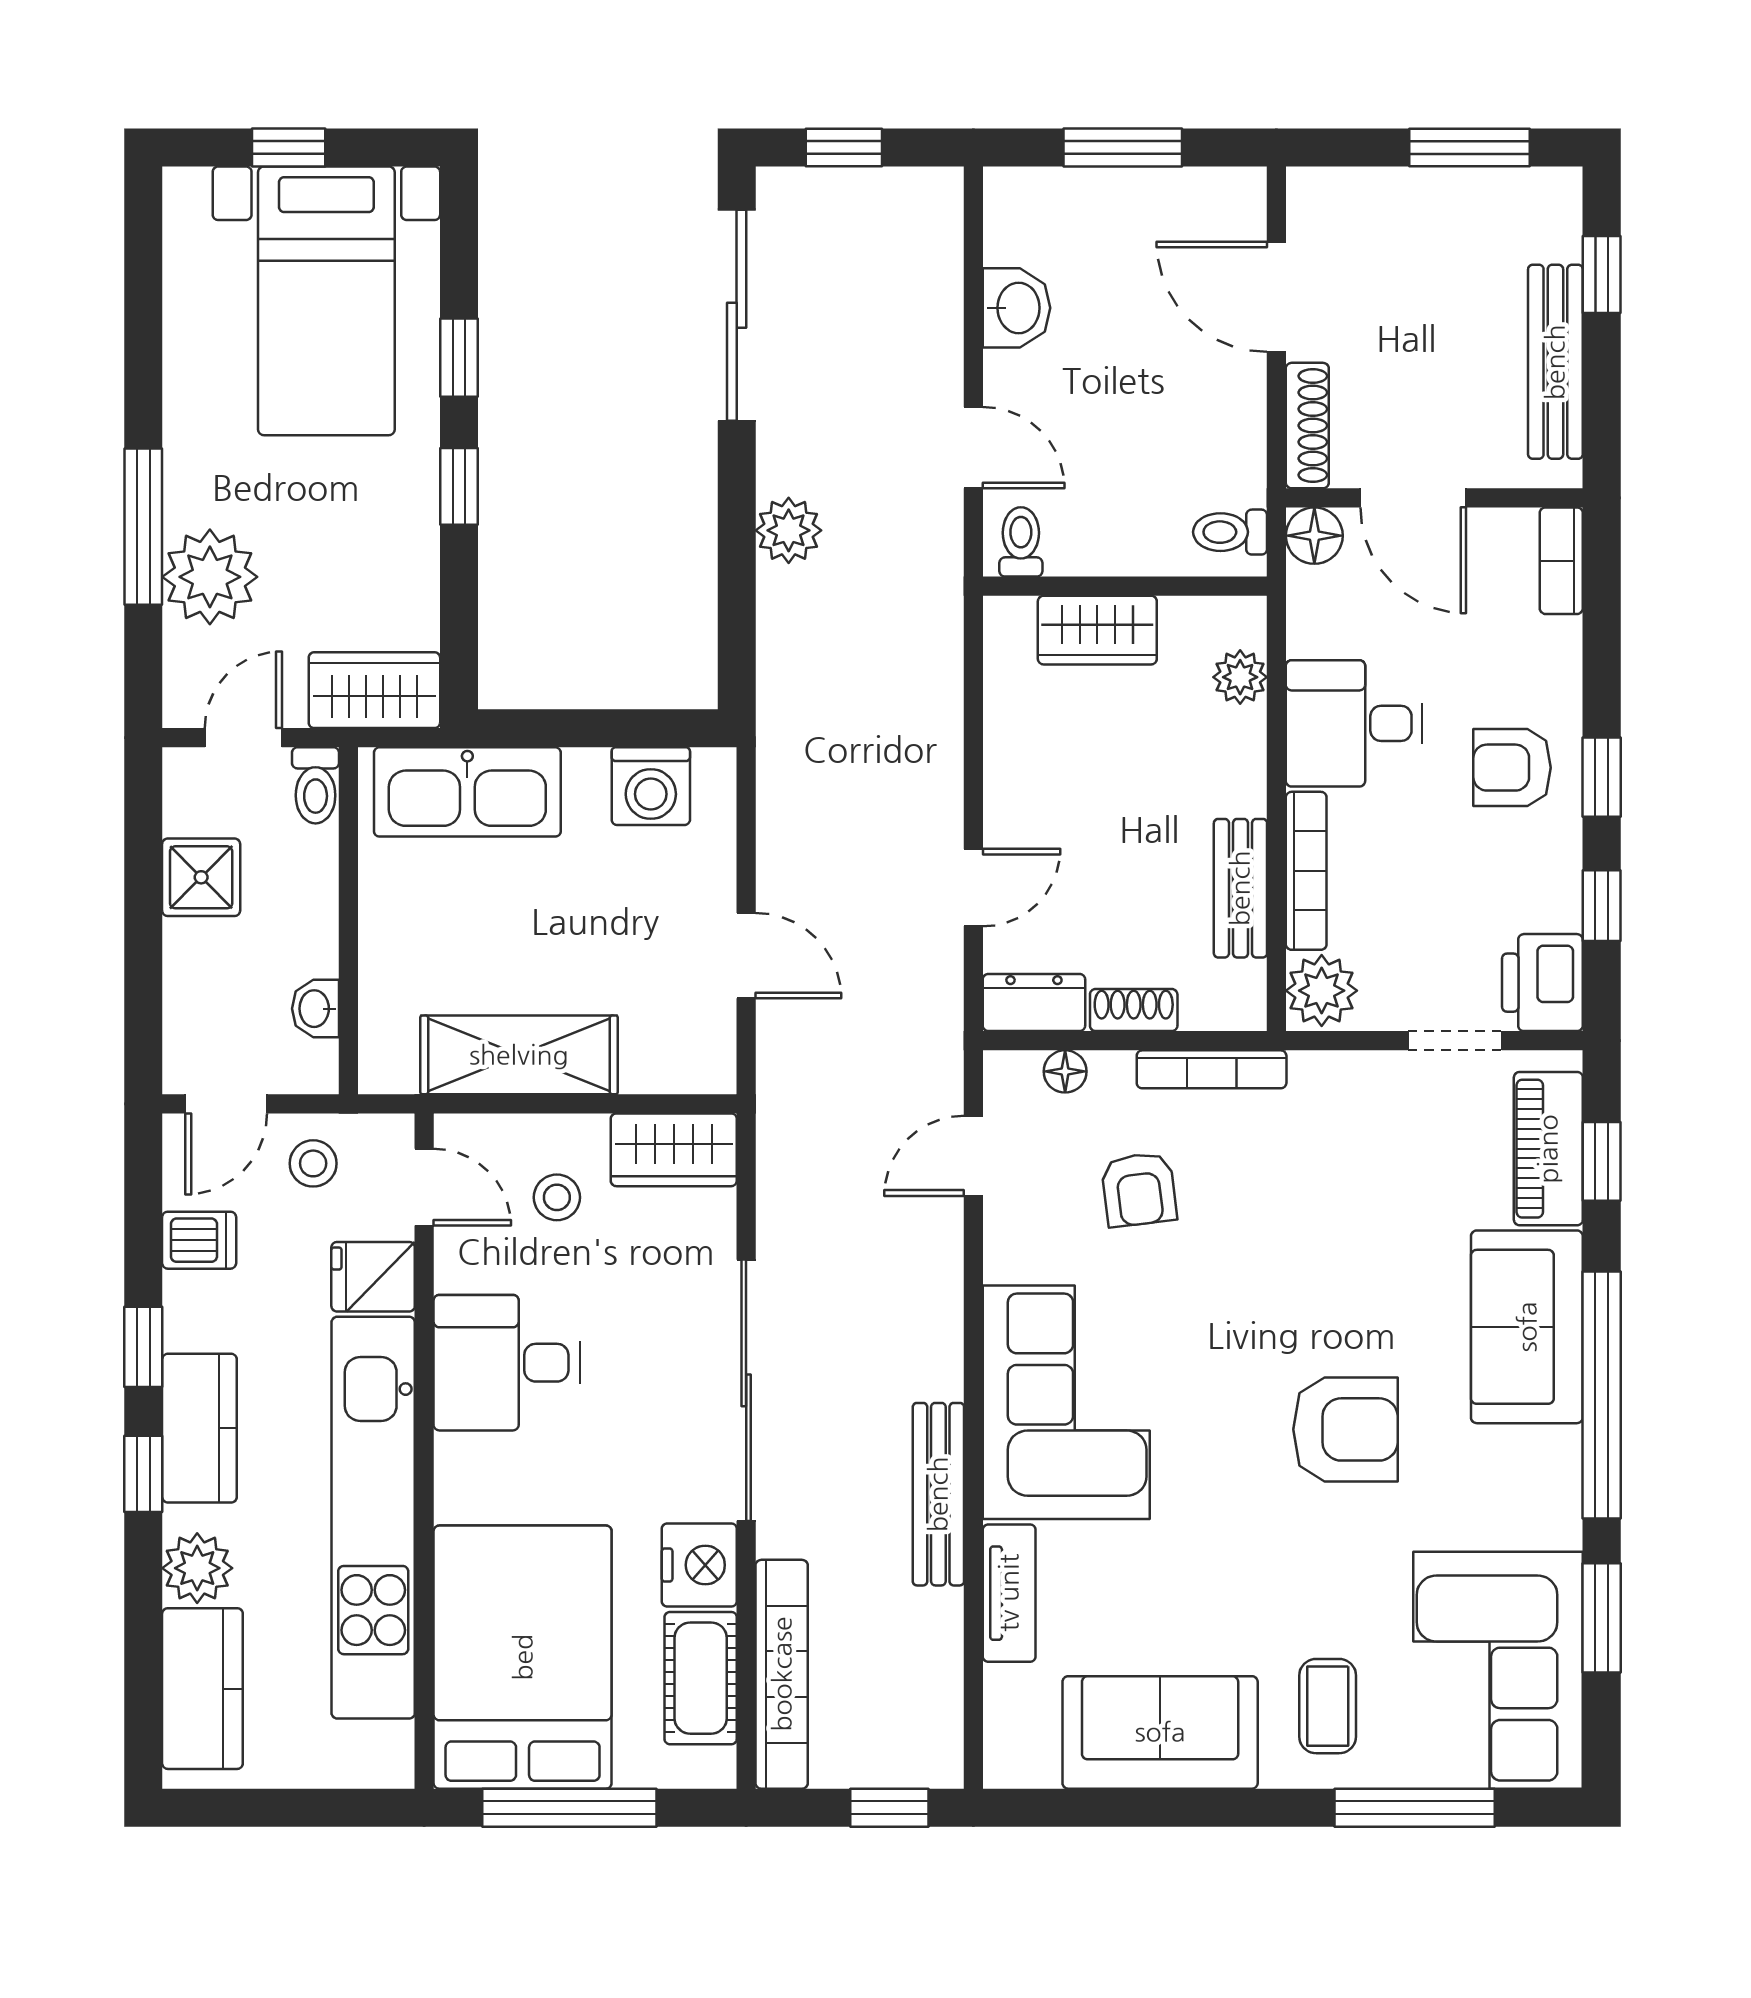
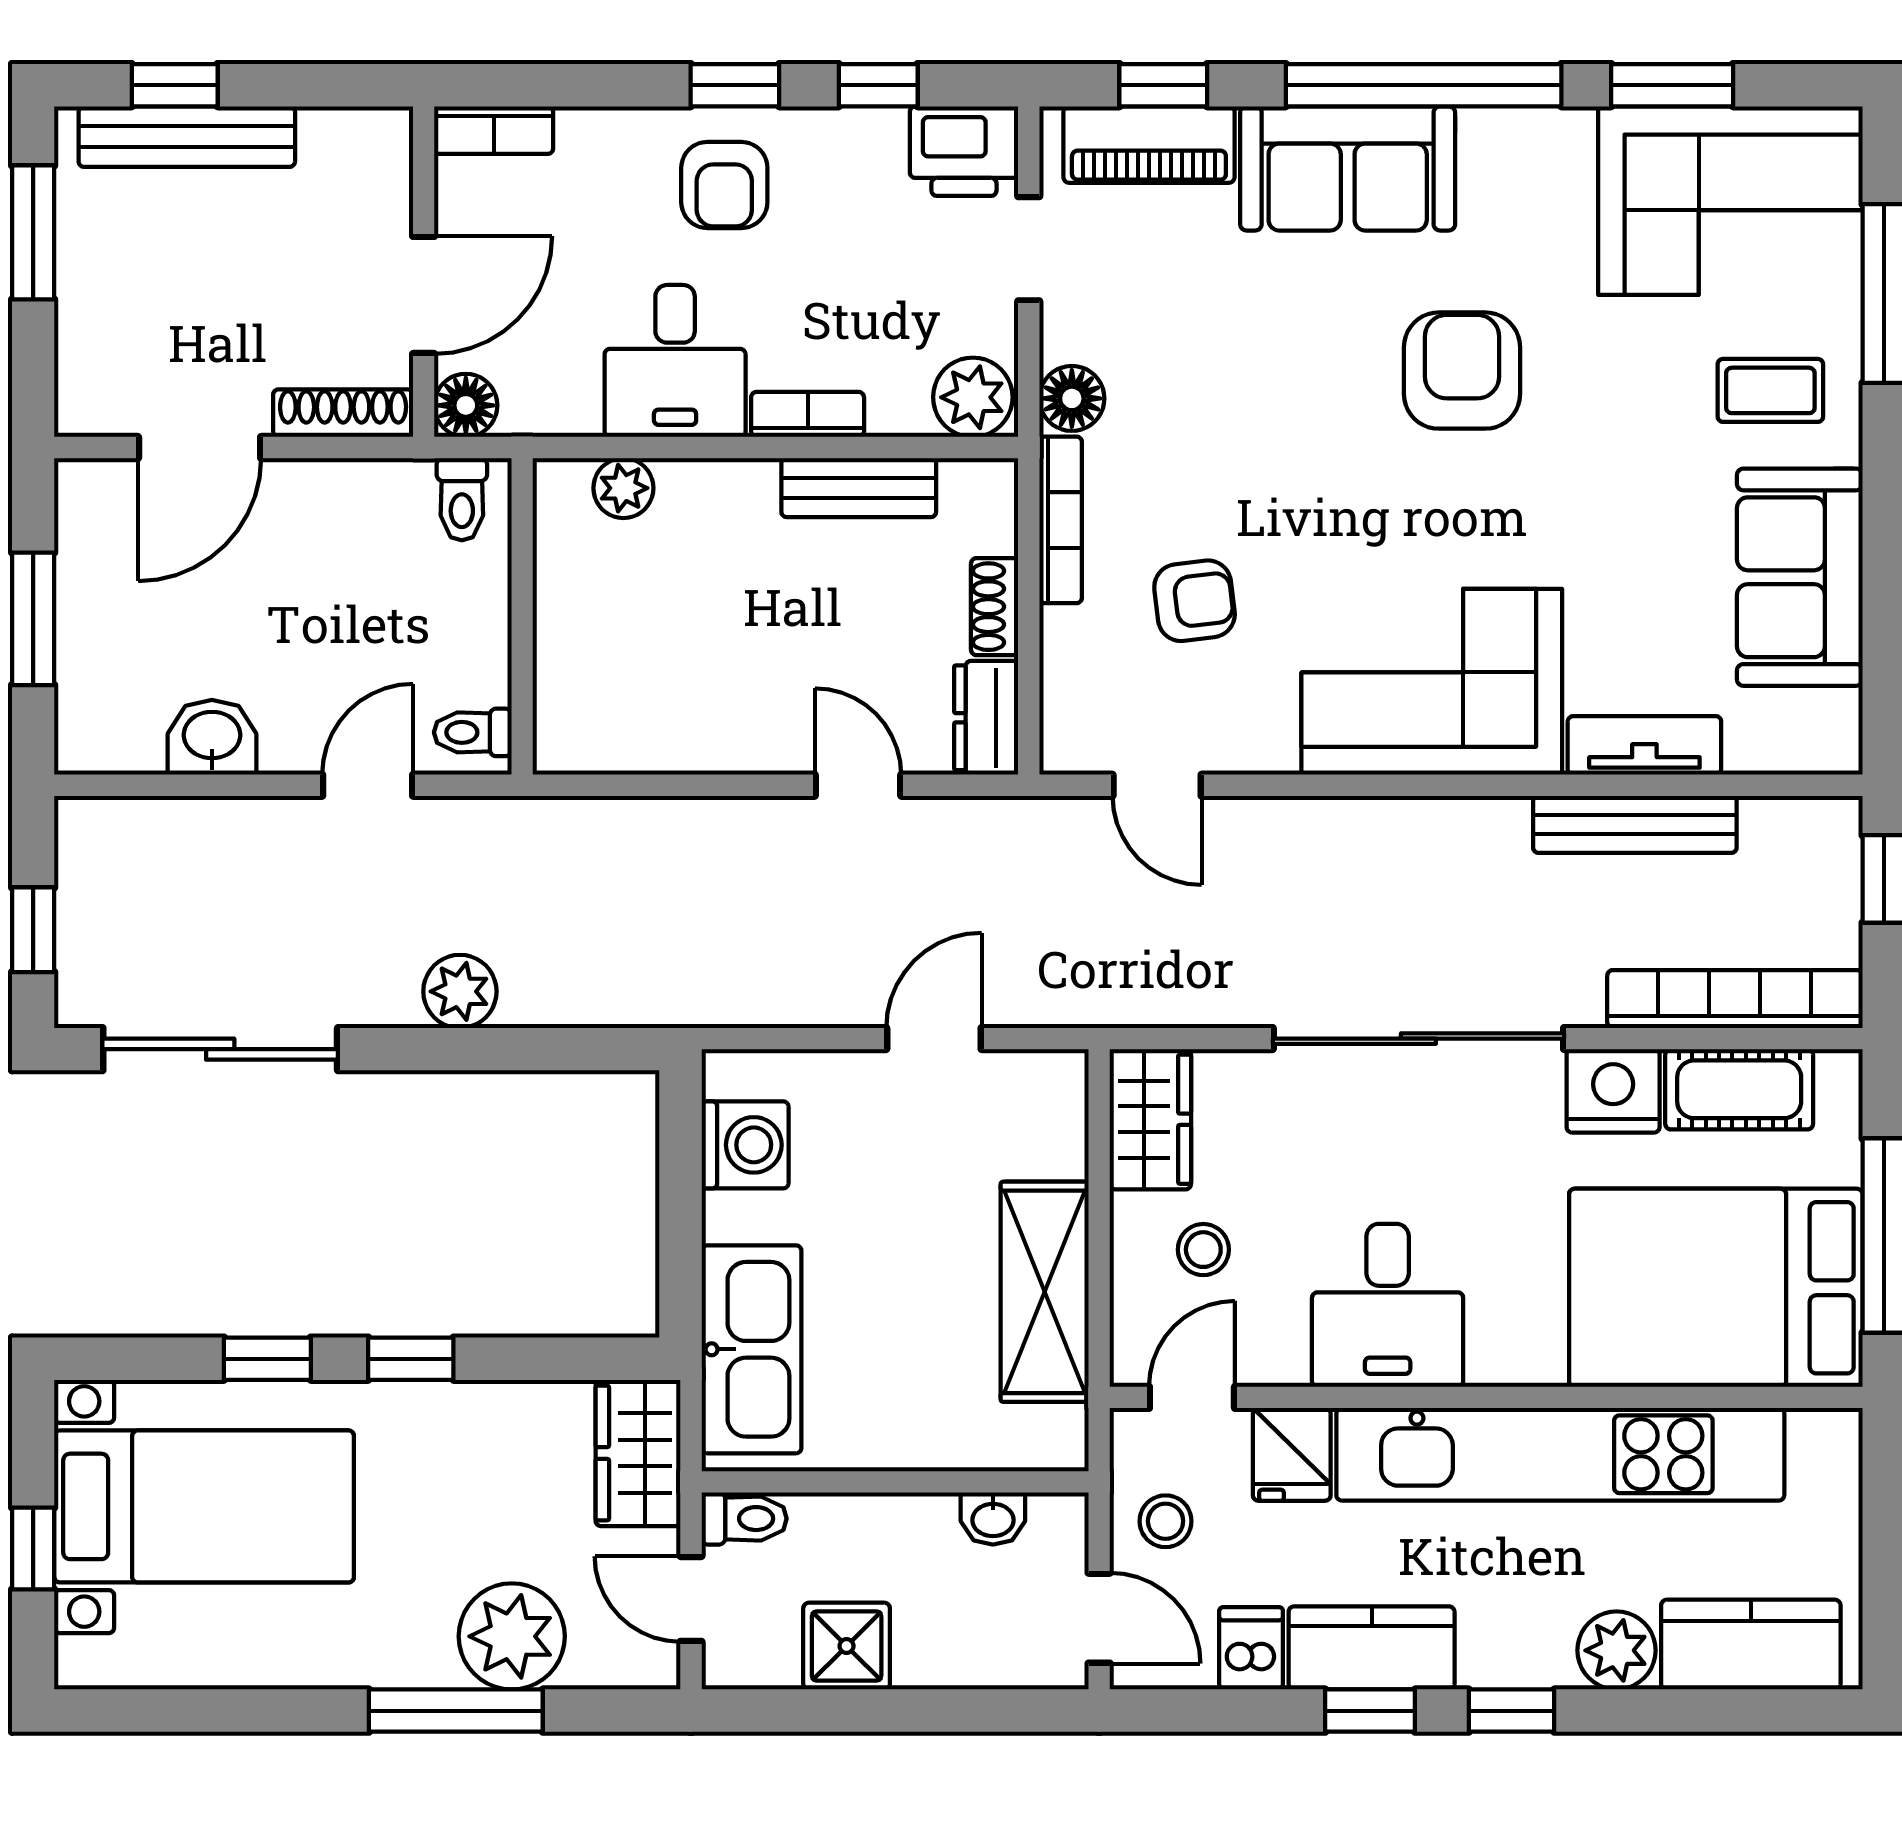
bench: (1555, 362) -> (187, 137), moved
wardrobe: (1097, 630) -> (571, 647), removed
bookcase: (1306, 871) -> (808, 414), width x0.64
floor lamp: (1065, 1071) -> (1072, 398), moved, width x1.37, depth x1.37
kitchen counter: (199, 1428) -> (1372, 1648), moved
bench: (938, 1494) -> (1635, 824), moved

